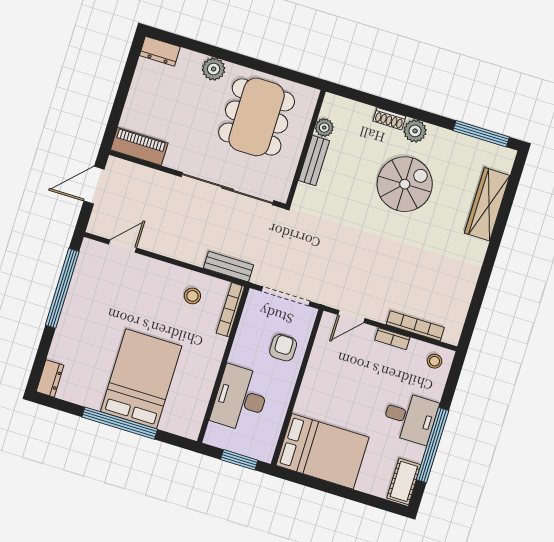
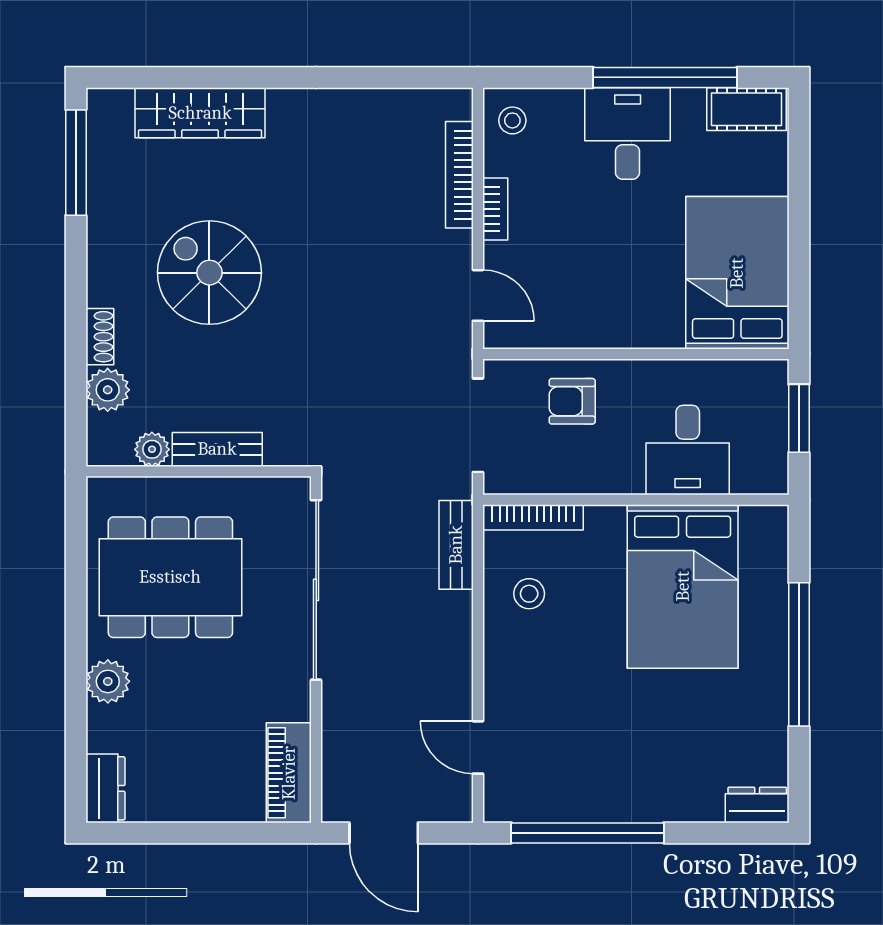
plant: (415, 131) -> (108, 390), moved
bed: (141, 379) -> (683, 586), moved, turned -90
desk: (240, 399) -> (688, 450), width x0.73

